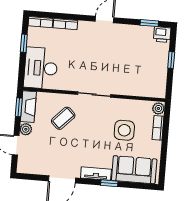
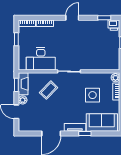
desk: (41, 68) -> (41, 59), moved, turned -90

